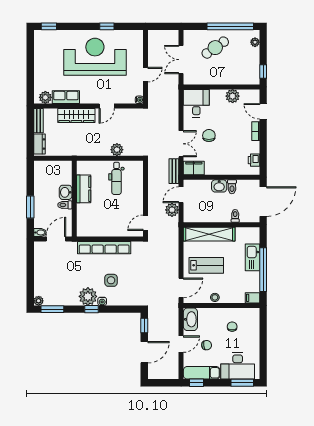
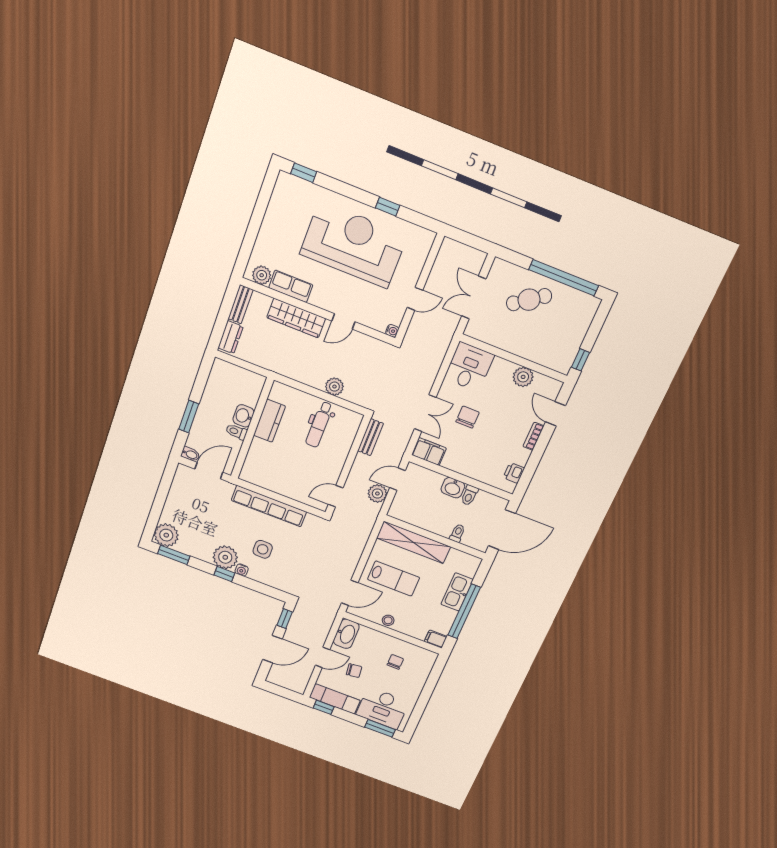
plant: (255, 42) -> (588, 314), removed
bench: (174, 171) -> (371, 437), moved
plant: (39, 301) -> (166, 535), width x1.88, depth x1.88

